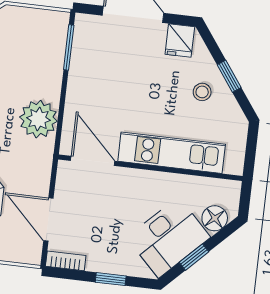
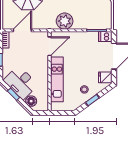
dishwasher: (85, 29) -> (105, 37), added

